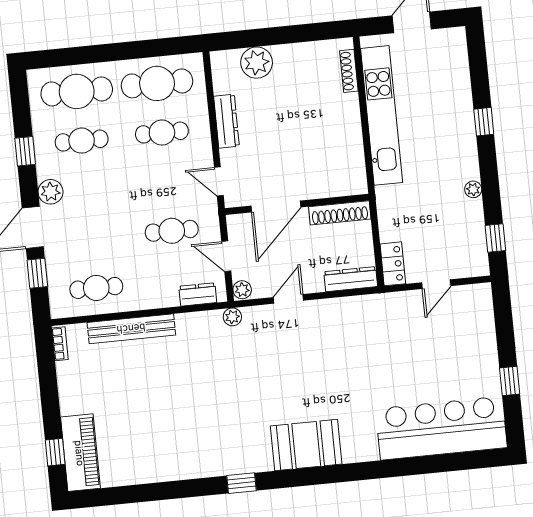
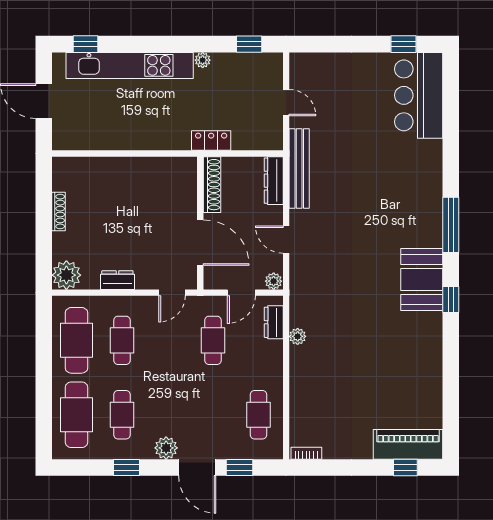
plant: (257, 63) -> (66, 275), moved
shoe rack: (349, 71) -> (59, 212), moved, turned -90
kitchen unit: (382, 115) -> (130, 65), moved, turned 180
dresser: (226, 121) -> (117, 280), width x0.70
window: (484, 122) -> (86, 44), moved
locker: (393, 264) -> (211, 141), moved
plant: (232, 317) -> (298, 336), moved
bench: (131, 329) -> (299, 168), moved
window: (510, 381) -> (403, 44), moved
bar counter: (441, 428) -> (419, 95), width x0.73
booth: (306, 445) -> (422, 280), moved
window: (322, 475) -> (451, 225), added

